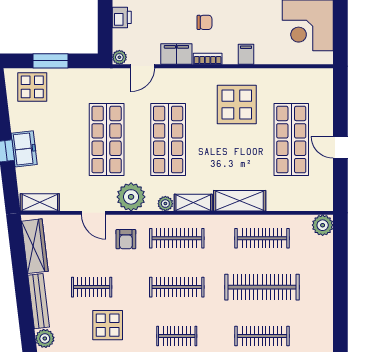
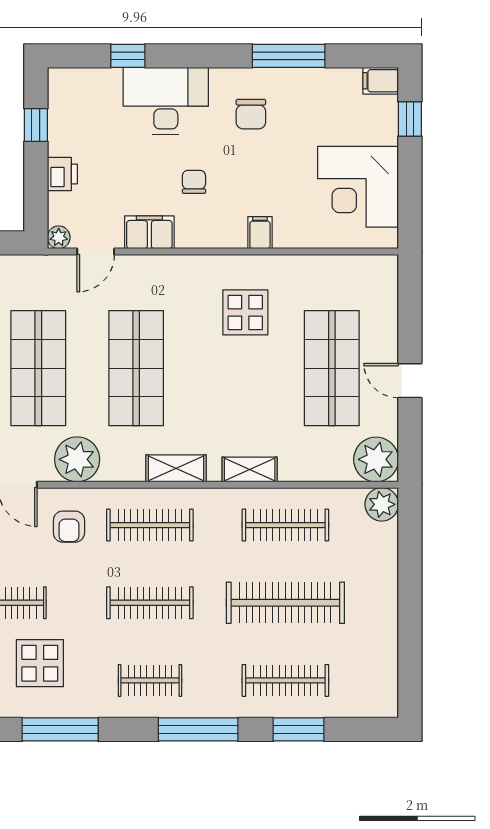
chair: (205, 22) -> (194, 182), turned -90
bookcase: (208, 59) -> (199, 240), removed
display table: (237, 104) -> (245, 312), width x0.73, depth x0.73
shelving: (240, 201) -> (250, 469), width x0.67, depth x0.75
plant: (165, 204) -> (376, 459), moved, width x1.88, depth x1.88

